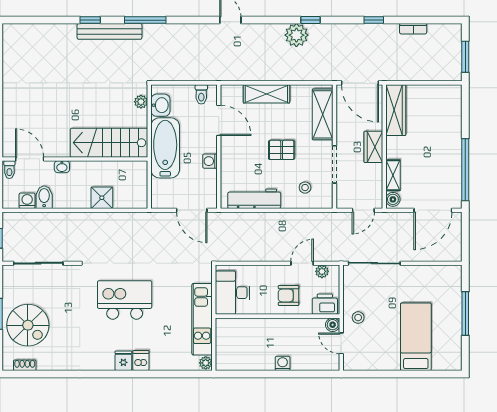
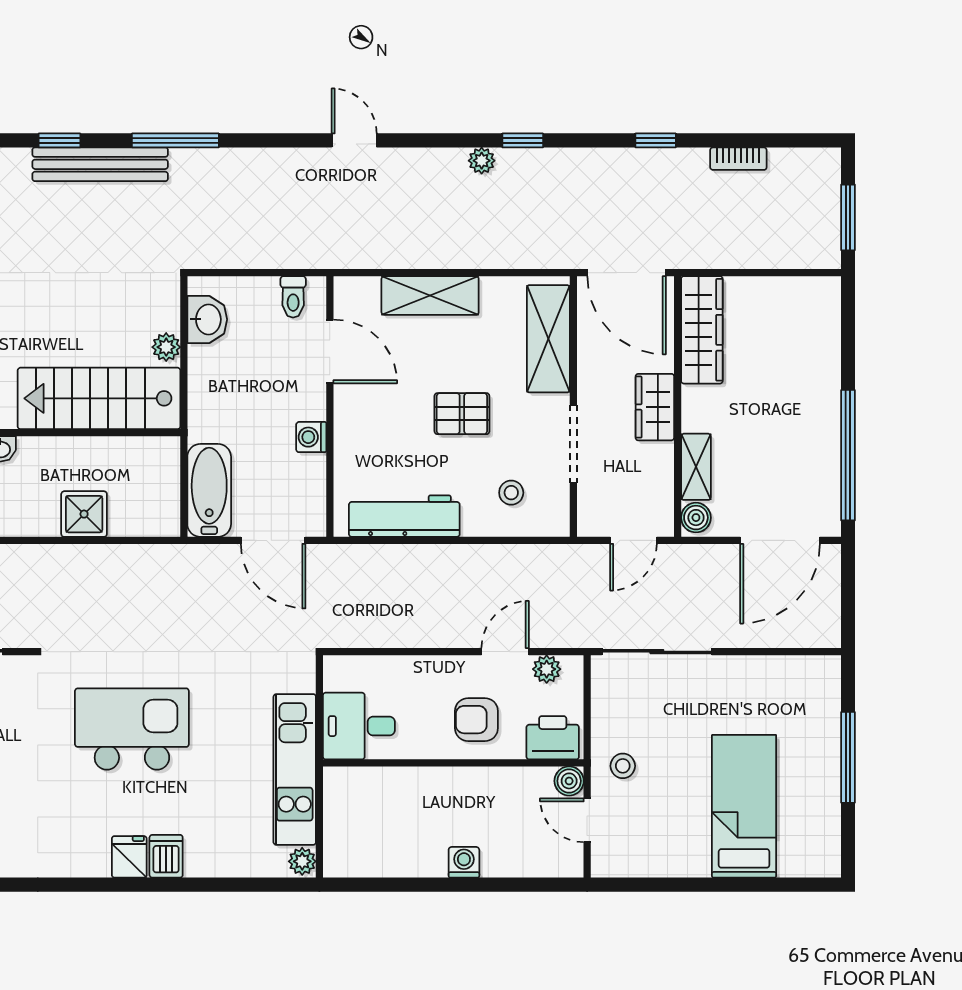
plant: (296, 35) -> (482, 161), width x0.53, depth x0.53
plant: (141, 102) -> (166, 347), moved
bathtub: (165, 148) -> (209, 490), moved, width x0.73, depth x0.73
desk: (233, 293) -> (359, 726), width x0.73

